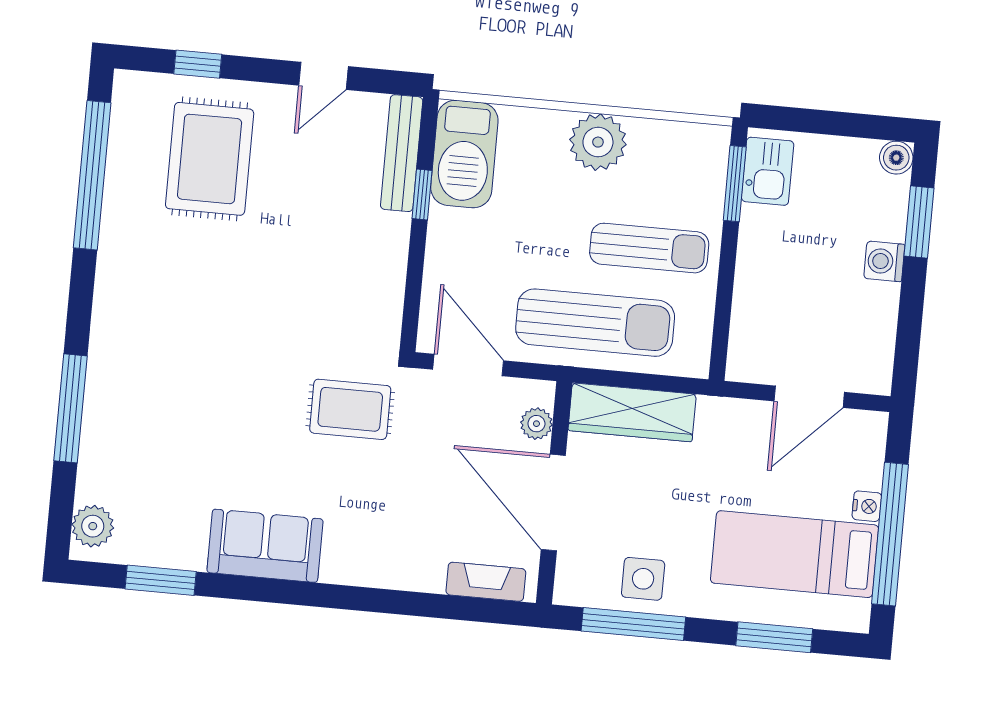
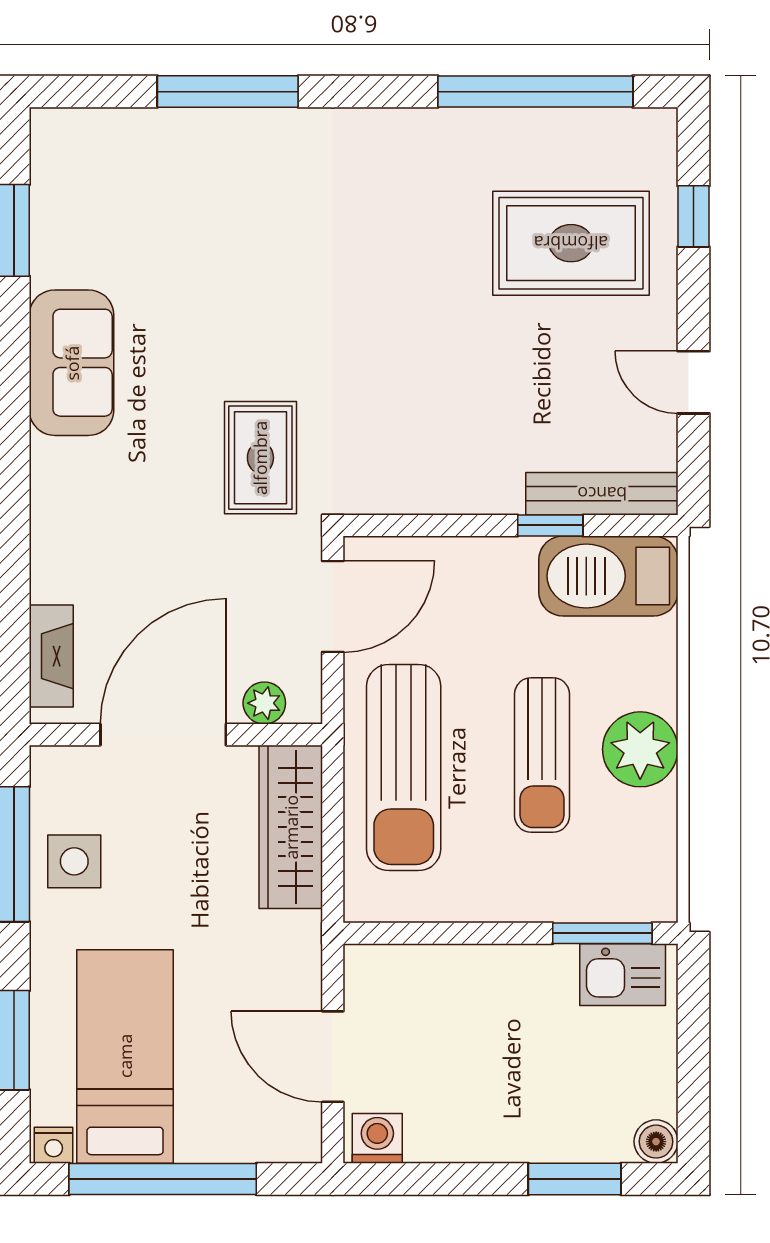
sun lounger: (649, 248) -> (542, 755), moved
washing machine: (884, 261) -> (377, 1138), moved
nightstand: (867, 506) -> (54, 1145), moved
plant: (93, 526) -> (76, 135), removed

